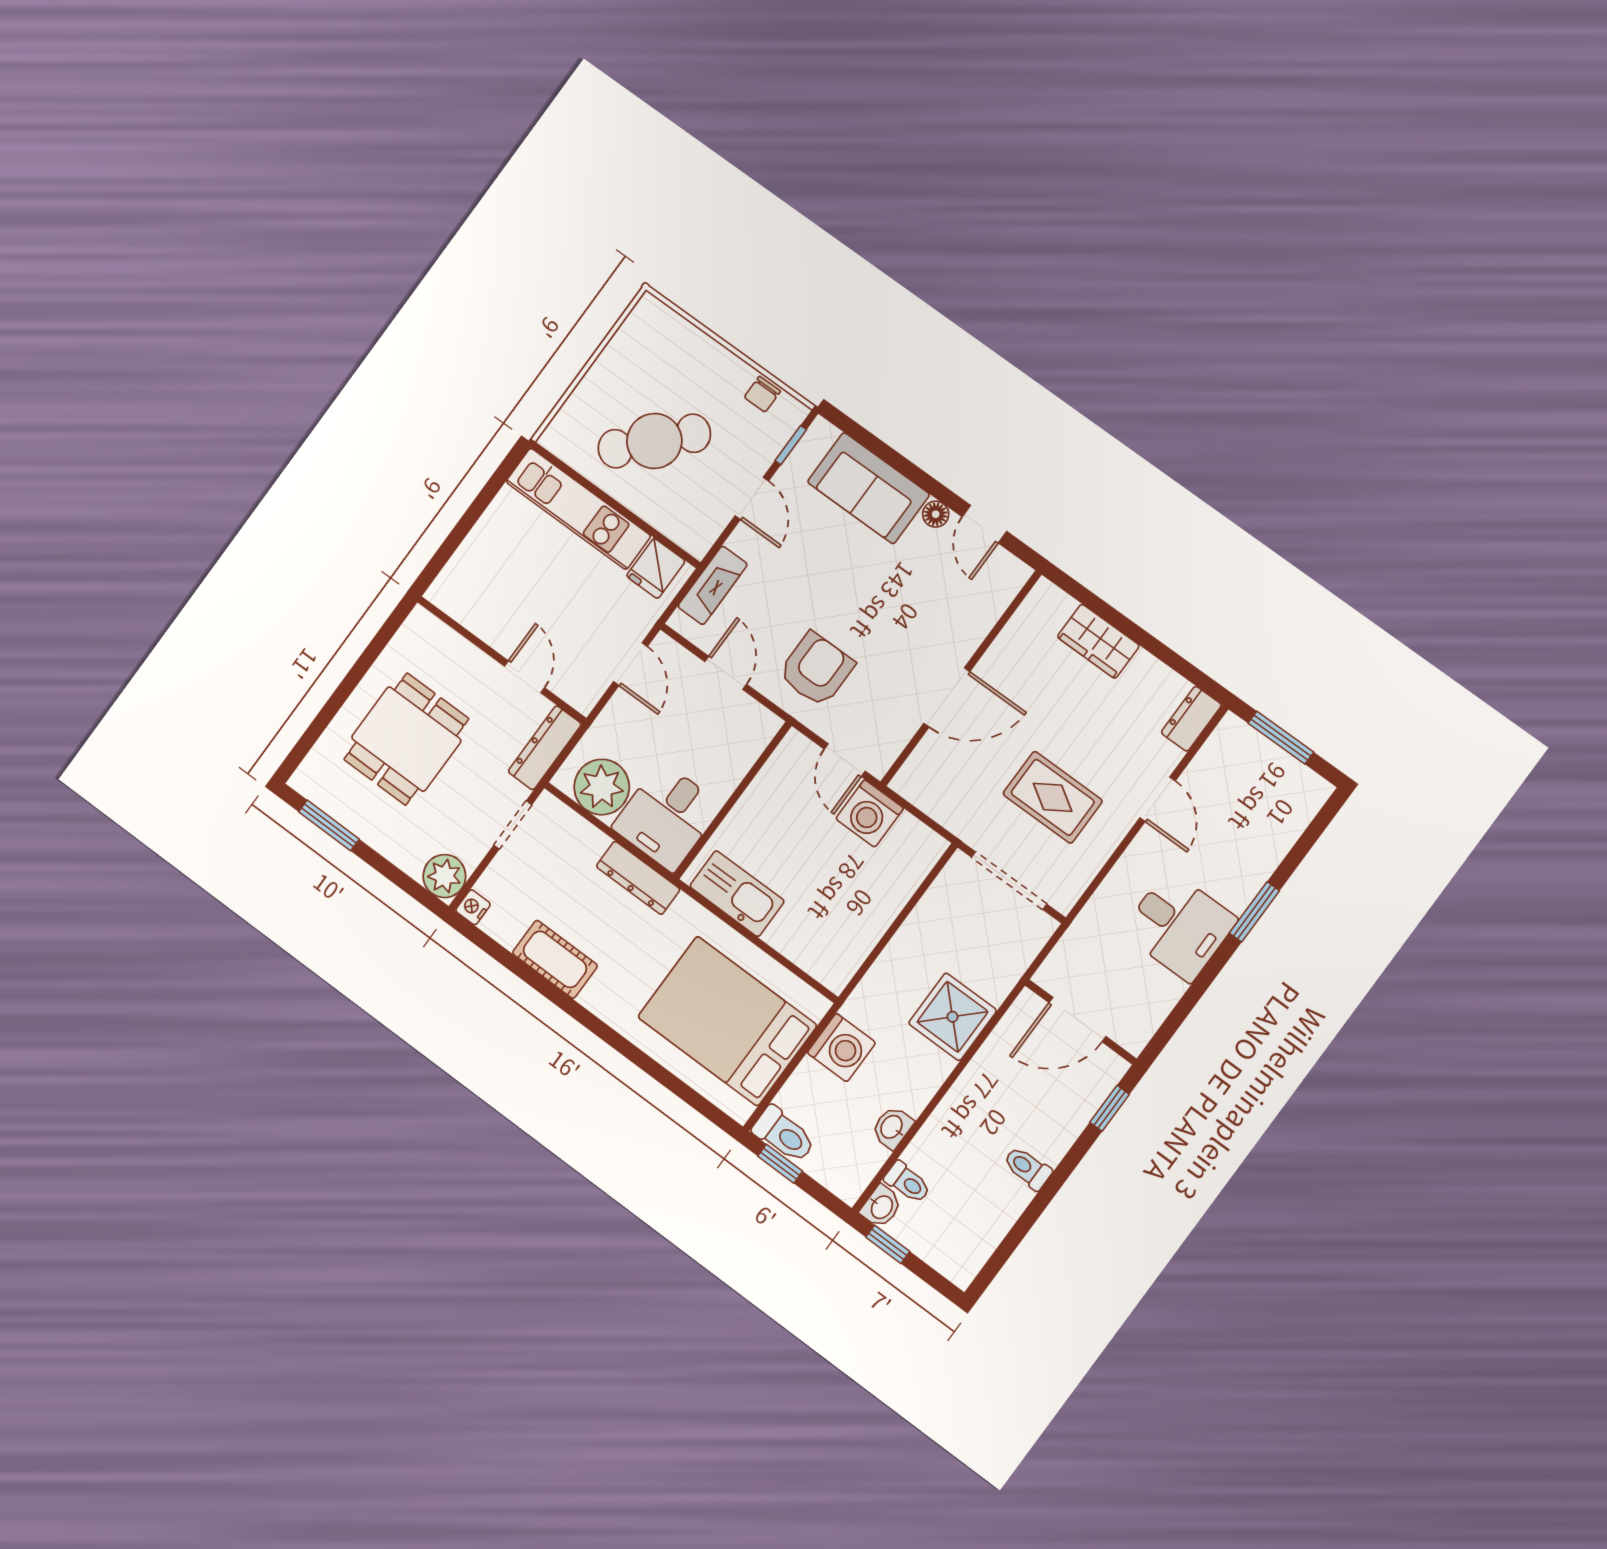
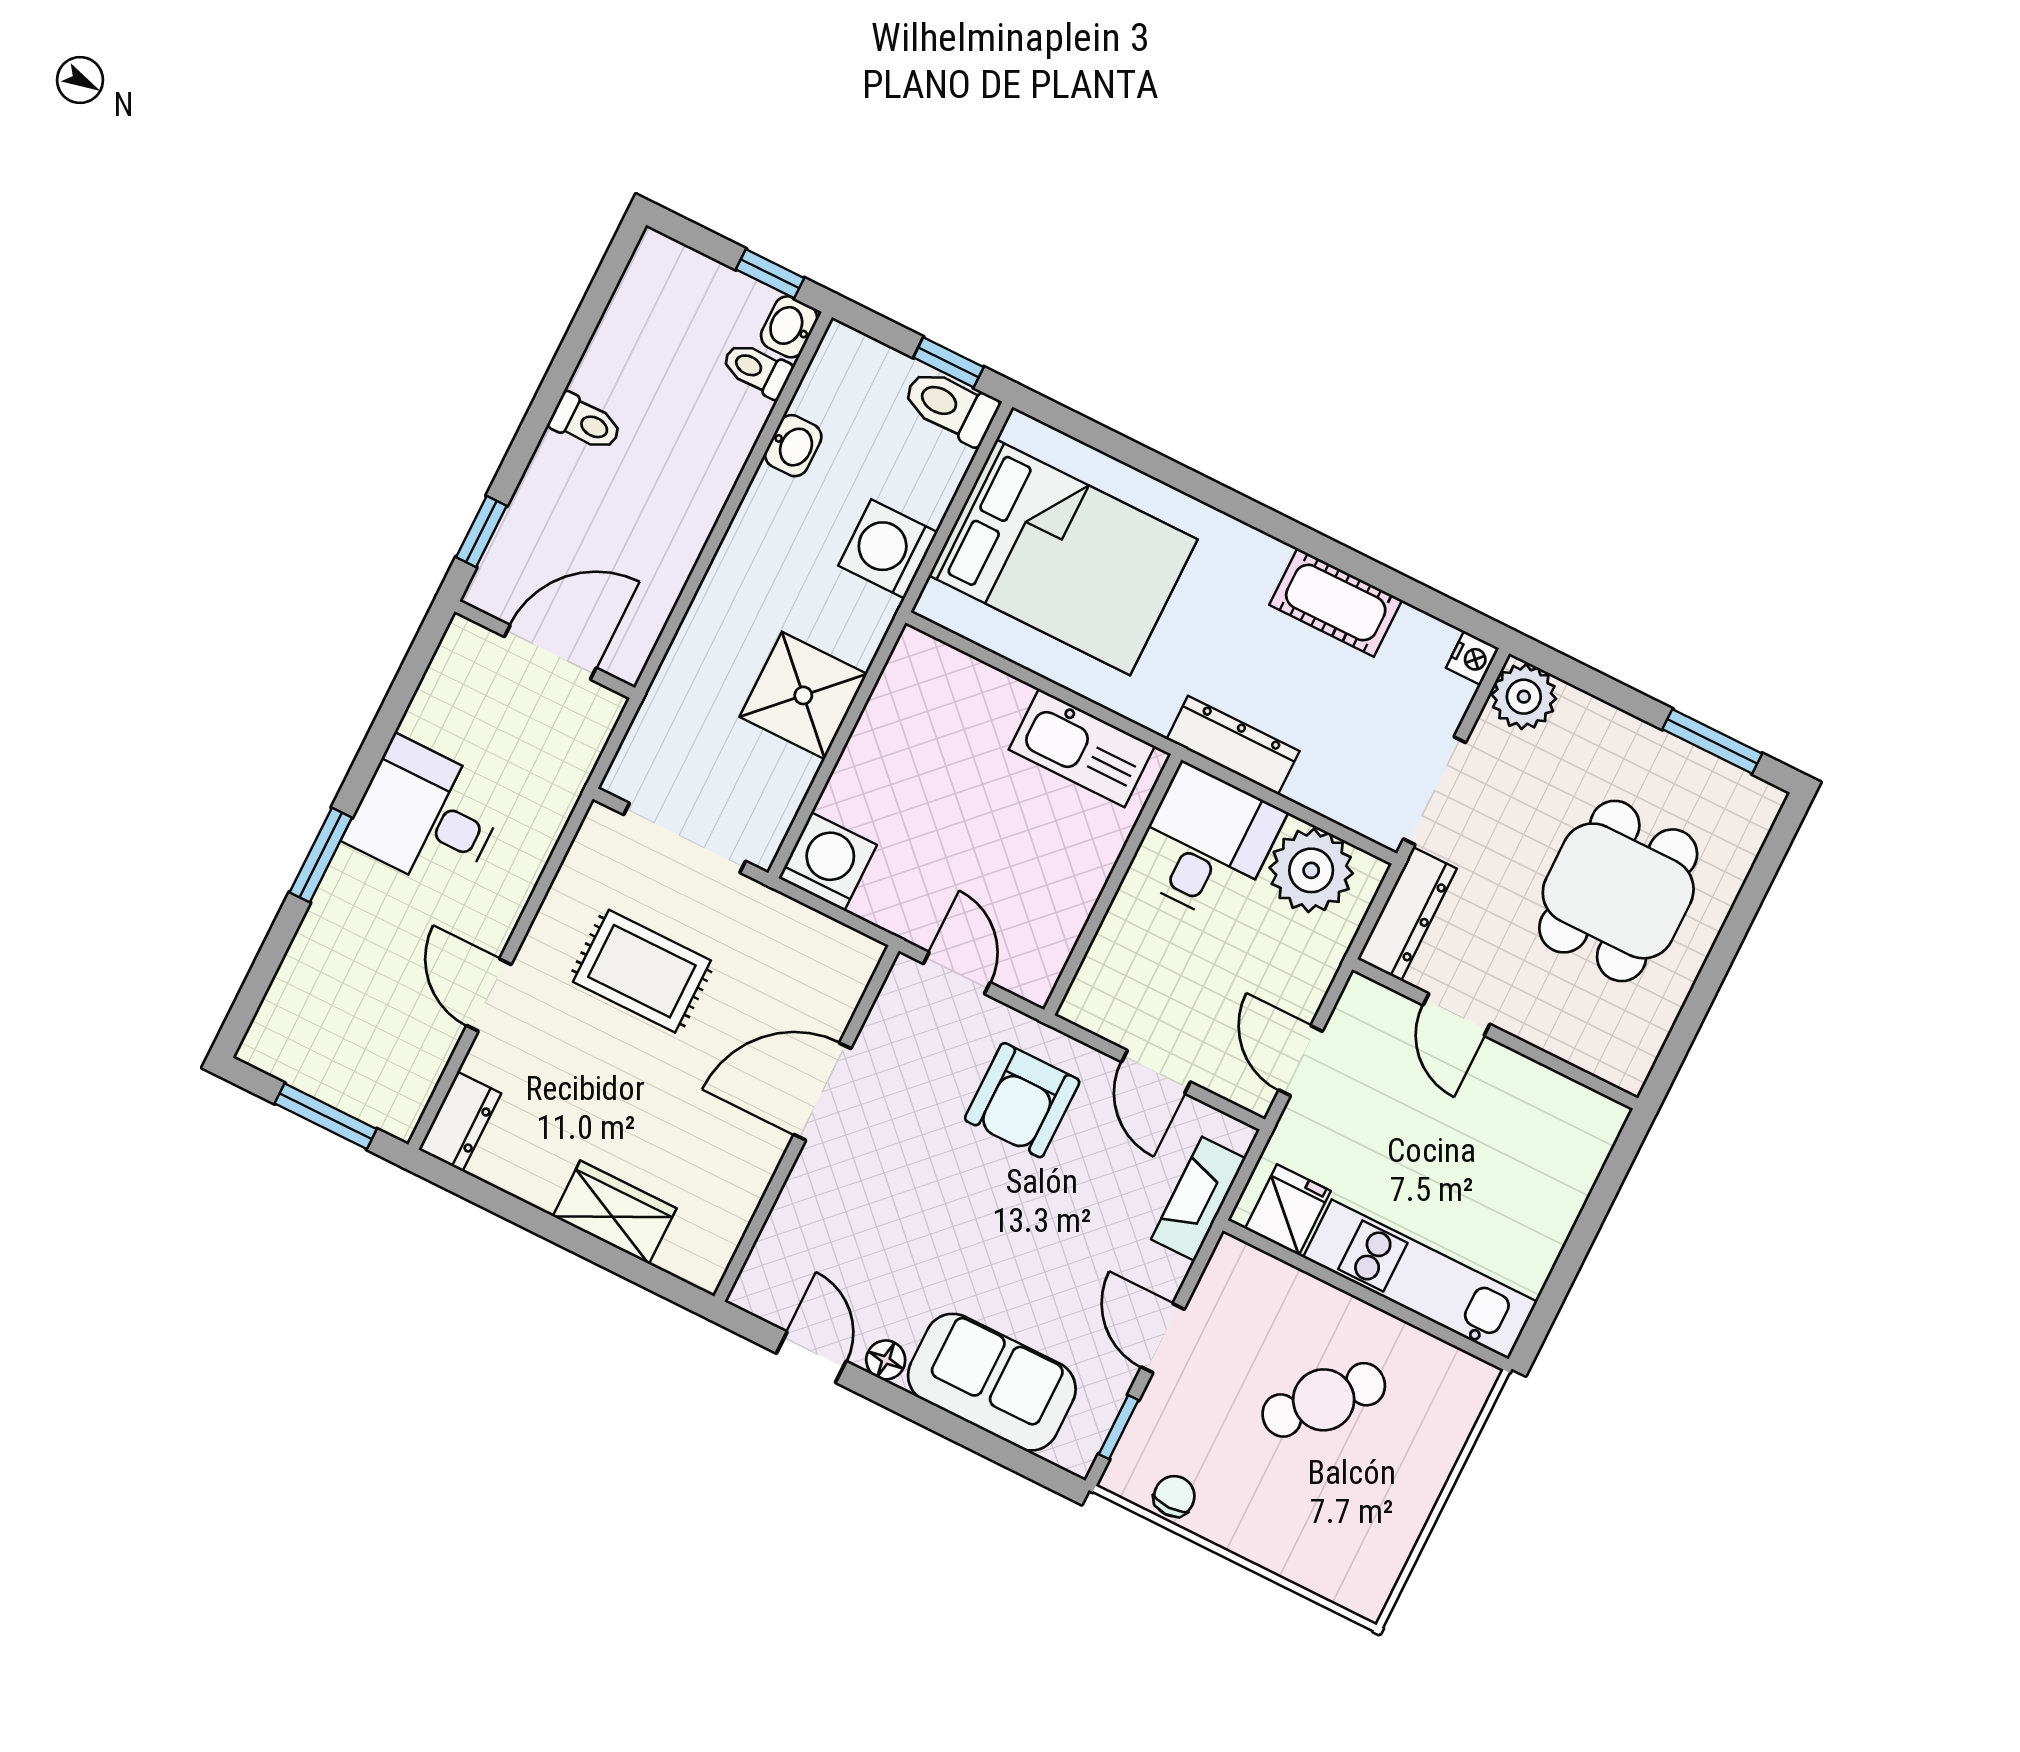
cafe table: (654, 441) -> (1324, 1400), width x0.73, depth x0.74
washing machine: (870, 814) -> (828, 862), moved
doorway: (513, 825) -> (1435, 791), width x1.38
shower: (953, 1017) -> (803, 695), moved

